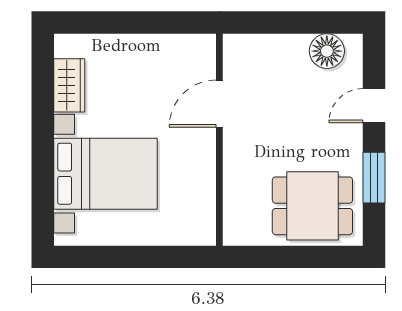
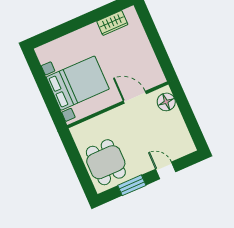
floor lamp: (327, 51) -> (166, 102), moved
bed with nightstands: (105, 174) -> (78, 83), moved, turned -90

